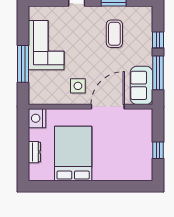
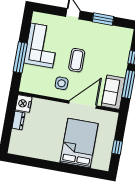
coffee table: (114, 34) -> (77, 60), moved
dresser: (34, 152) -> (18, 121), moved
bed: (73, 153) -> (79, 143), moved

